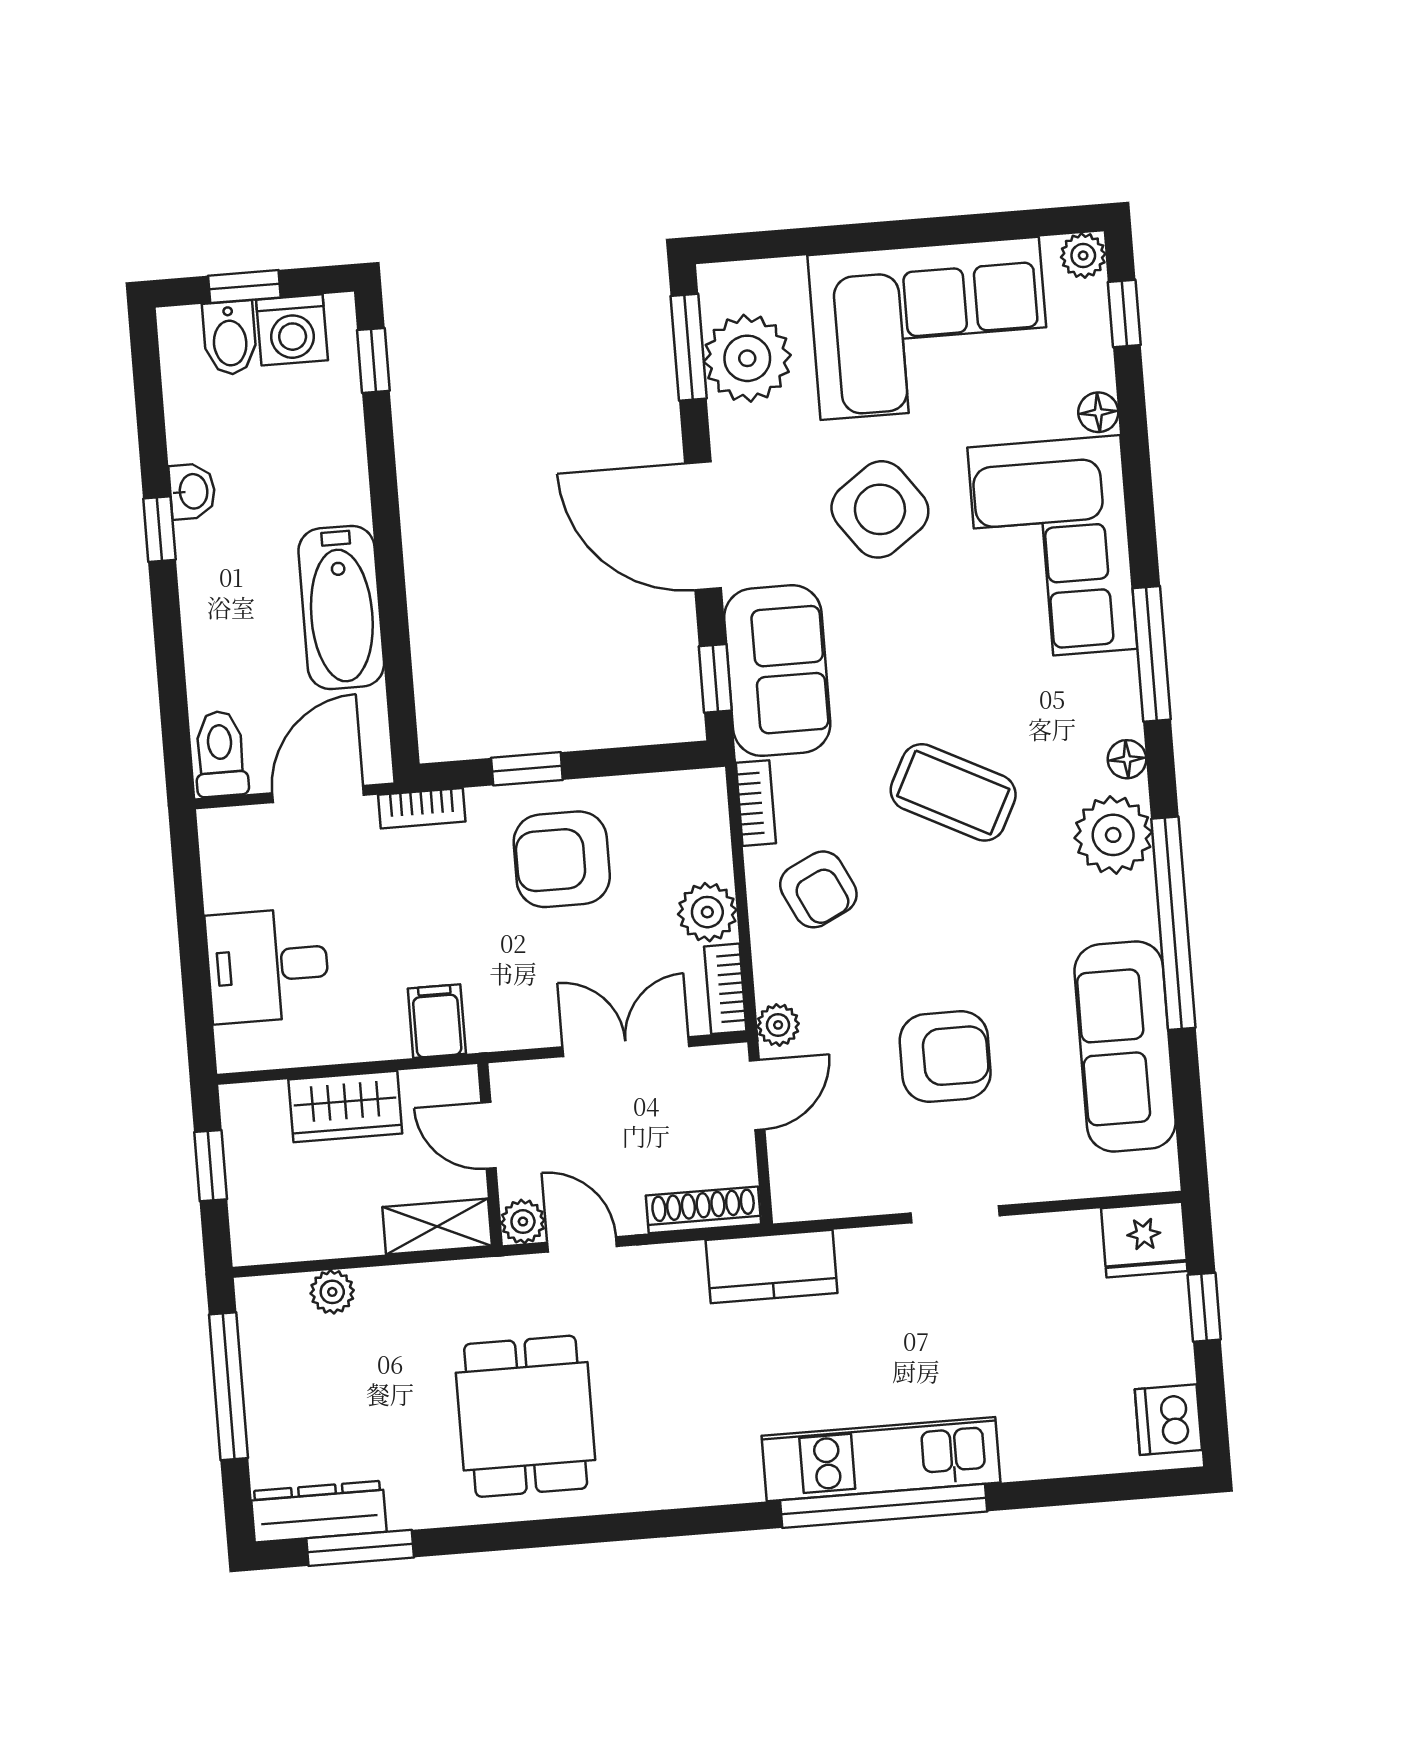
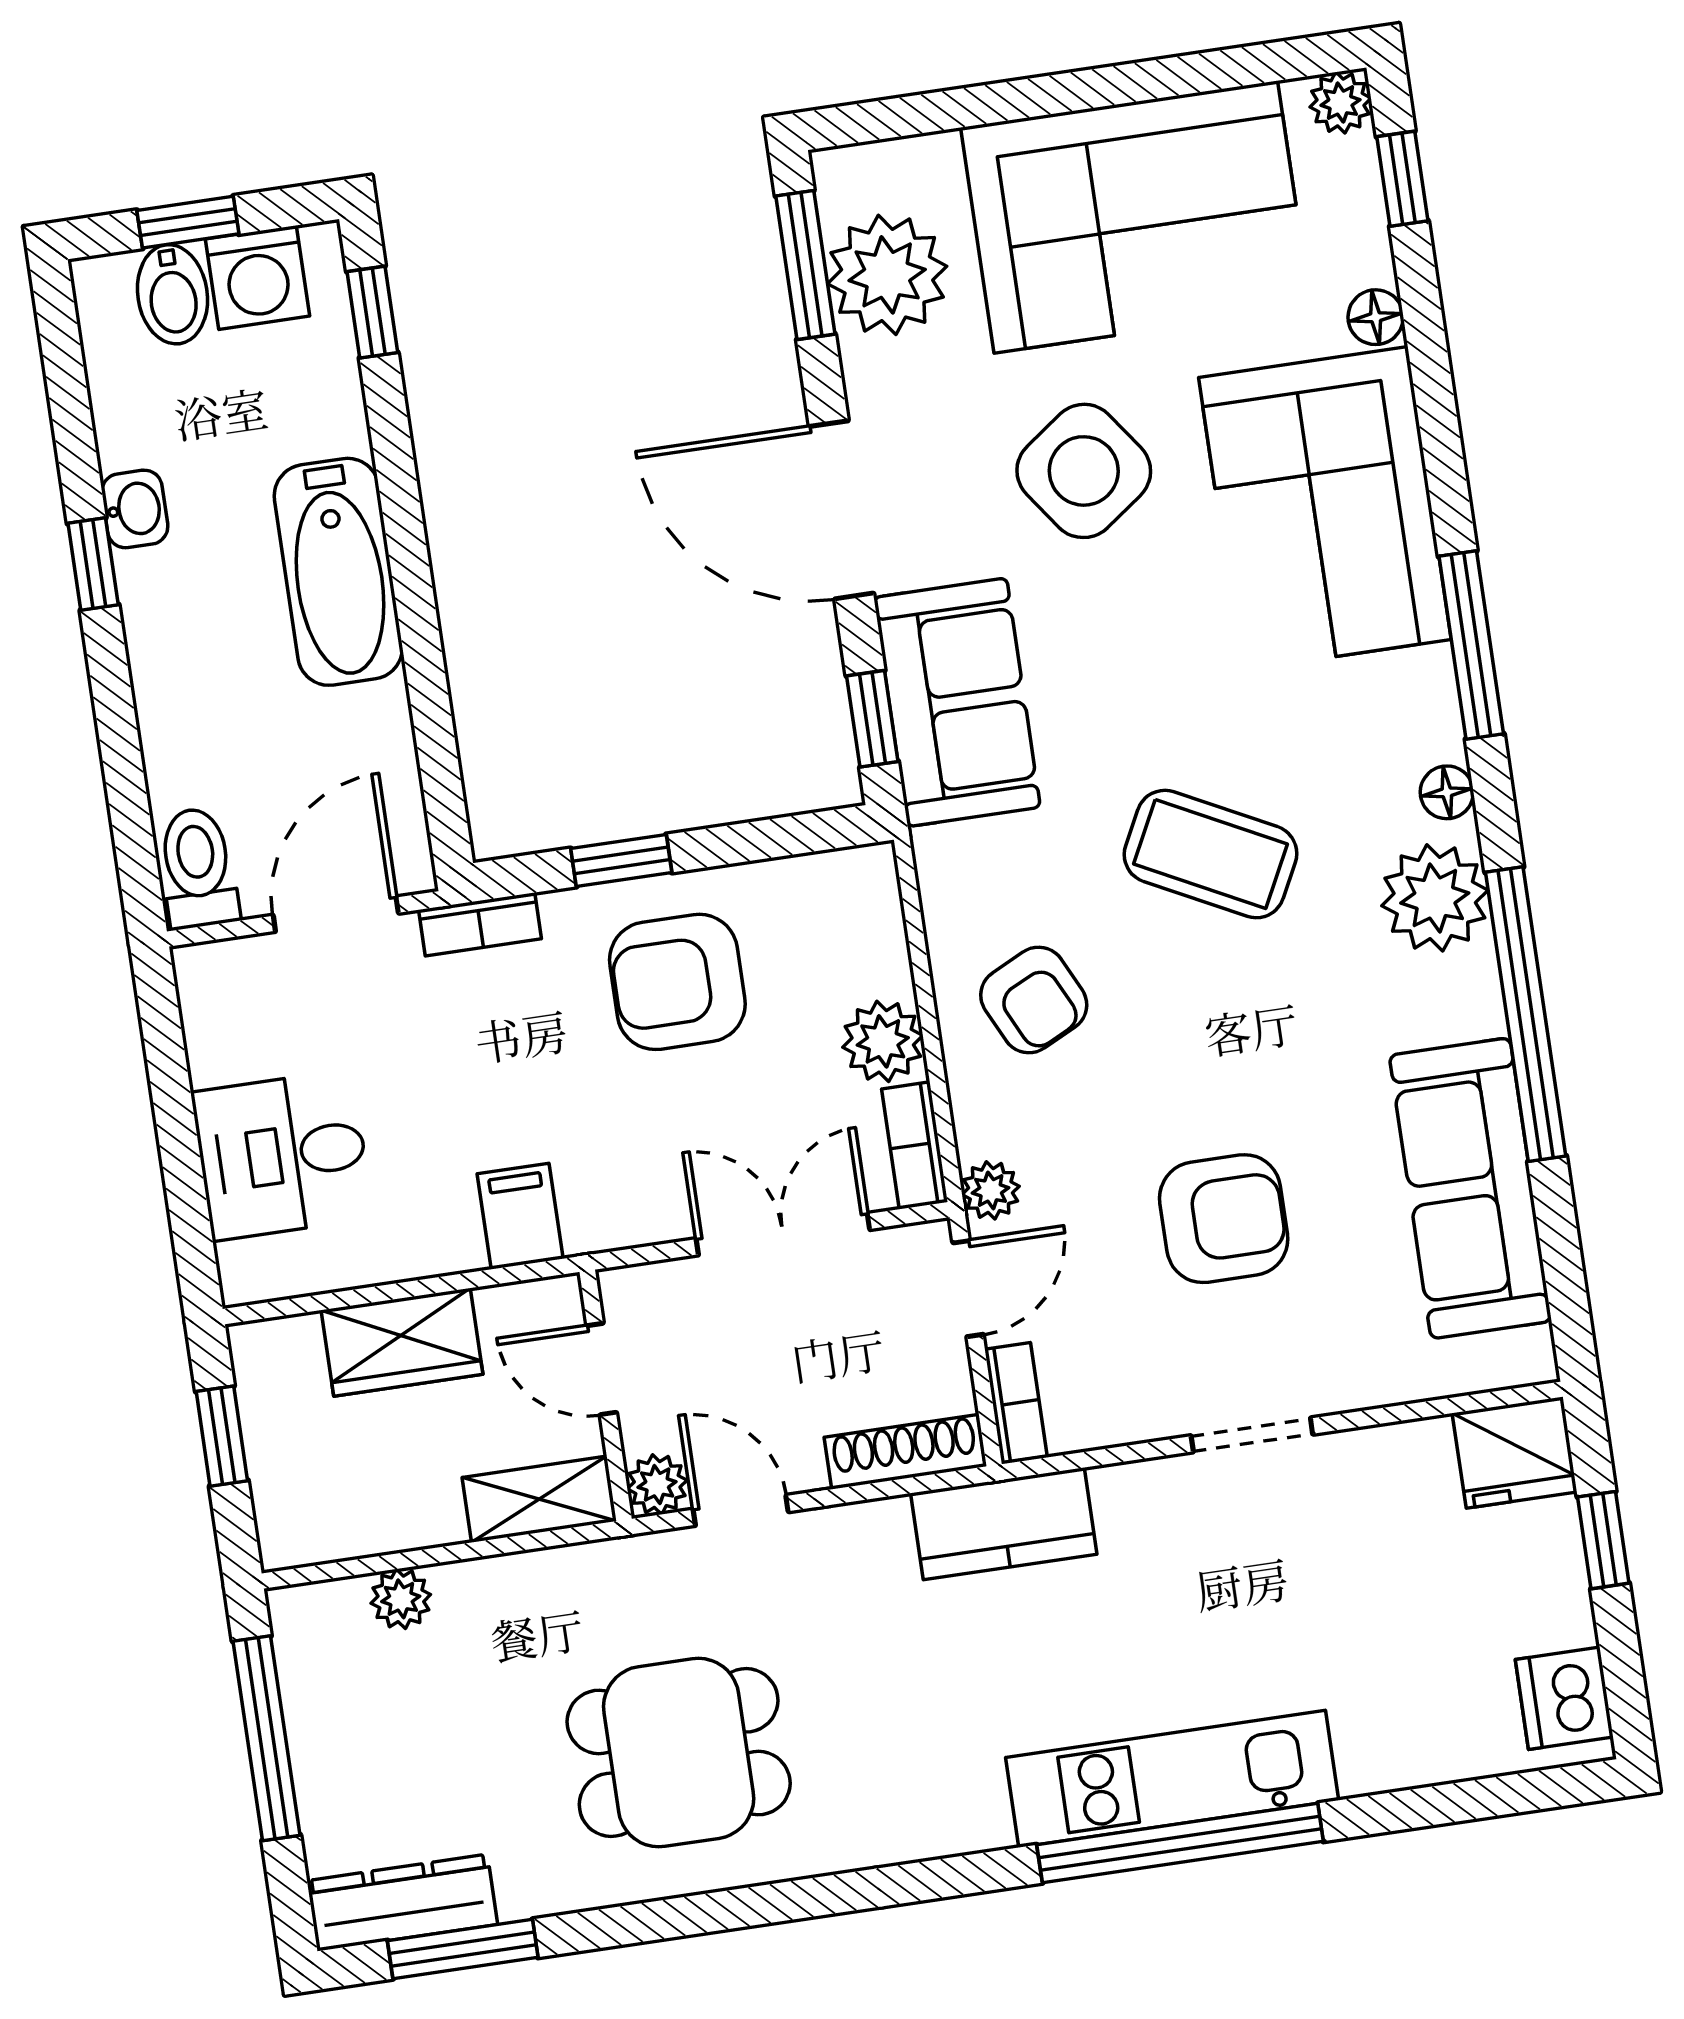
bathtub: (341, 607) -> (338, 572), moved
bookcase: (756, 803) -> (1016, 1403), moved
dining table: (526, 1416) -> (679, 1753), turned 90

